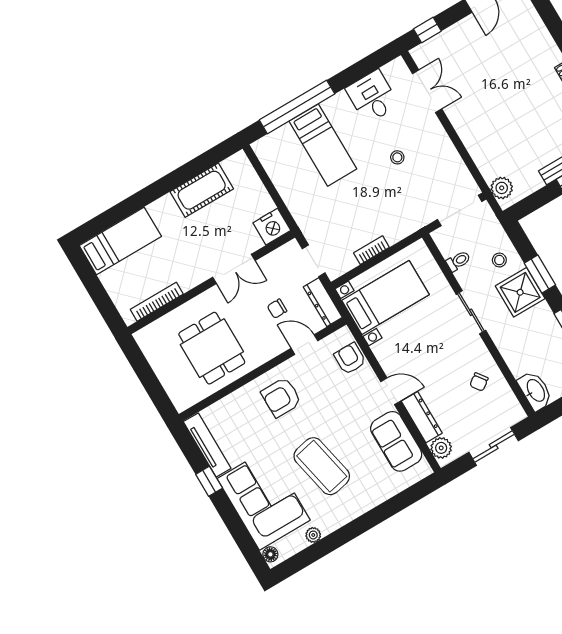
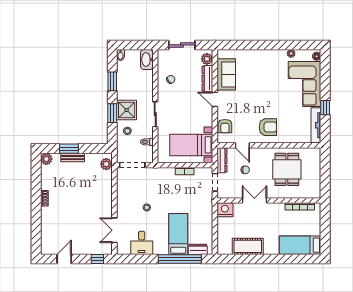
dresser: (278, 139) -> (198, 249), added
coffee table: (322, 466) -> (268, 83), removed

